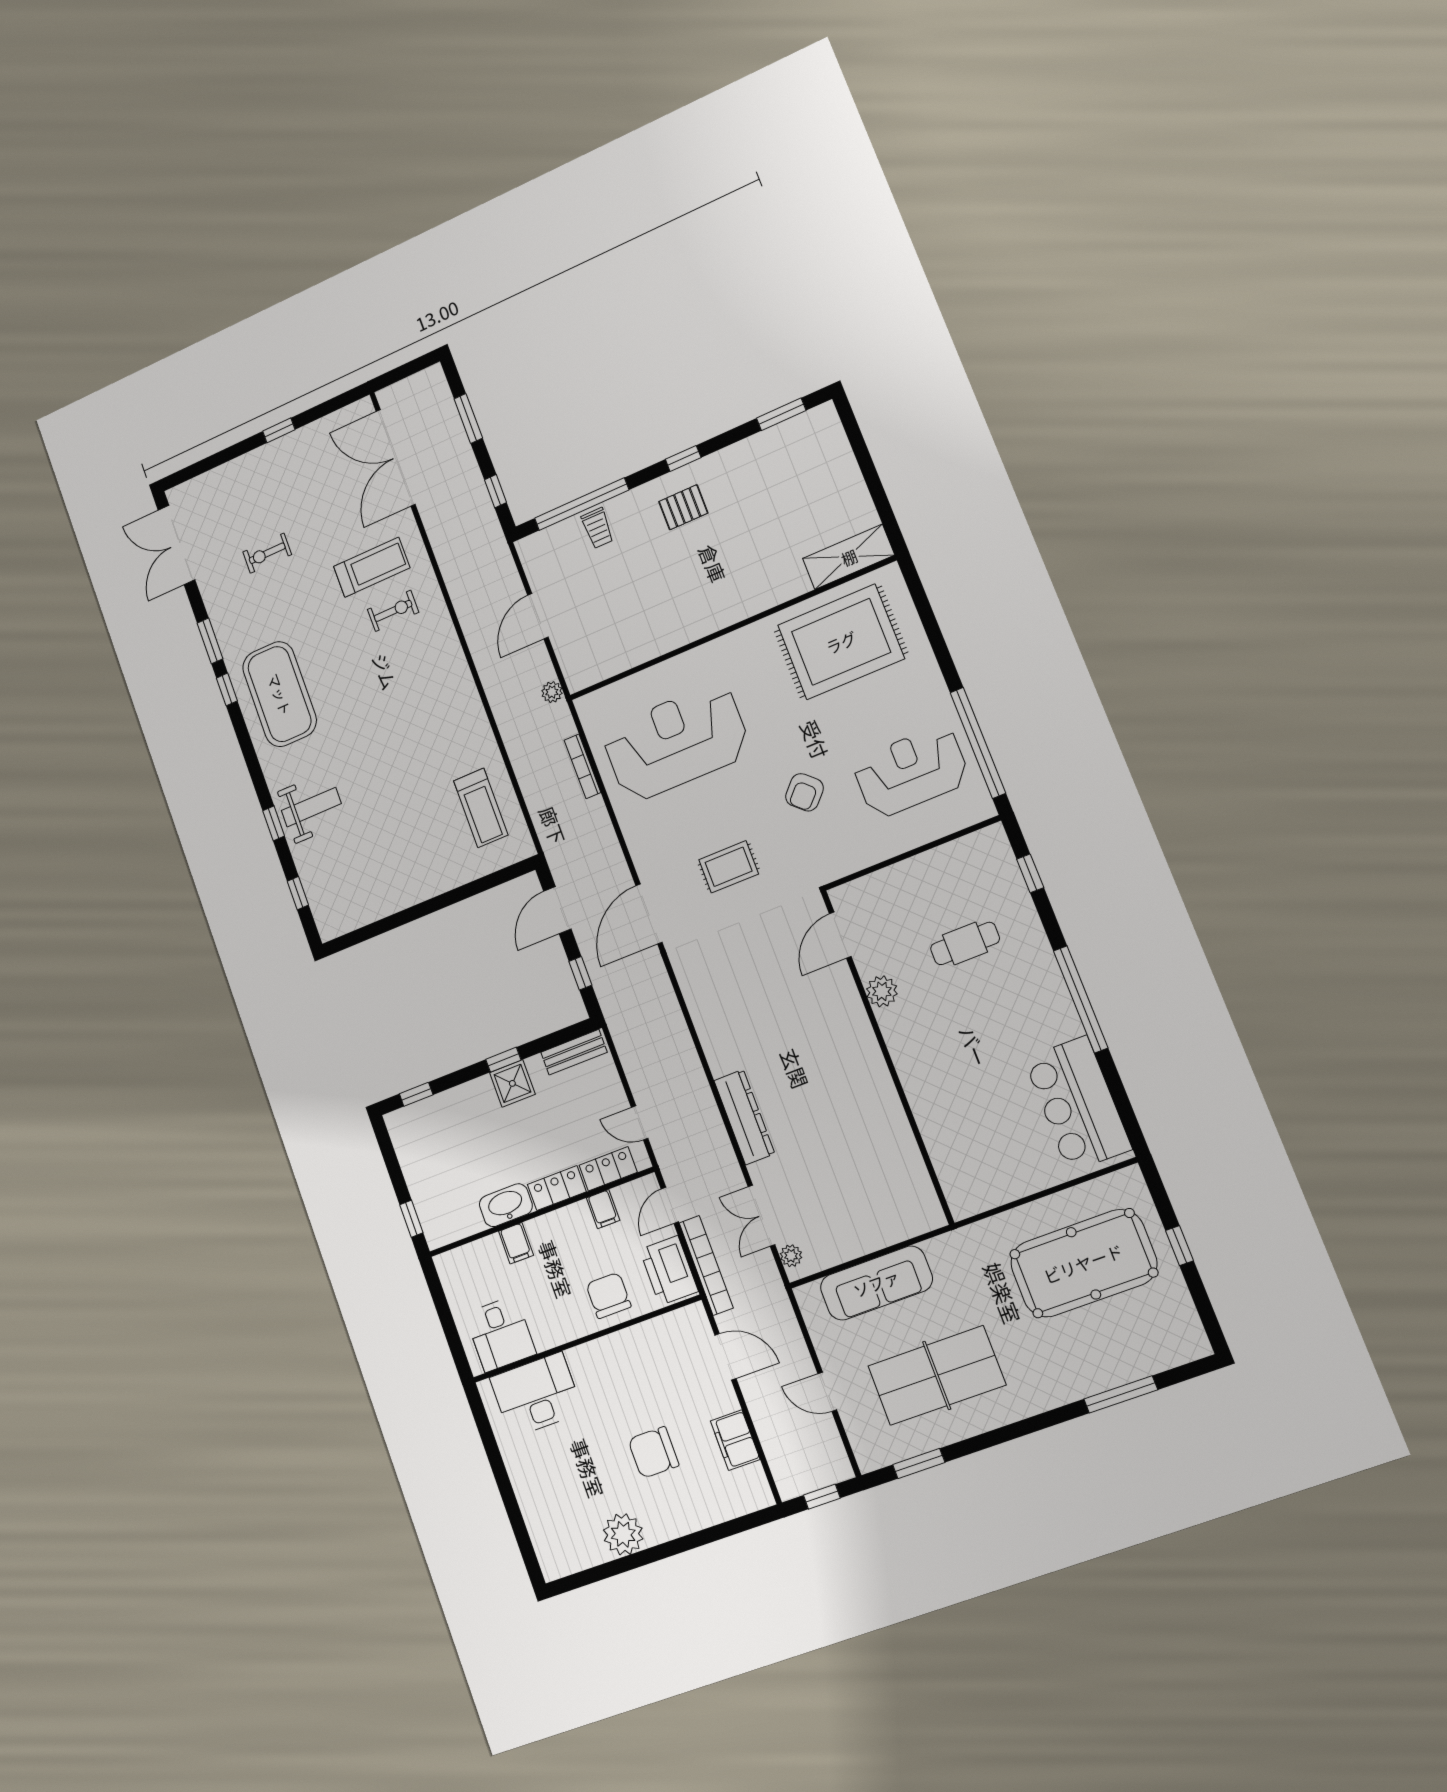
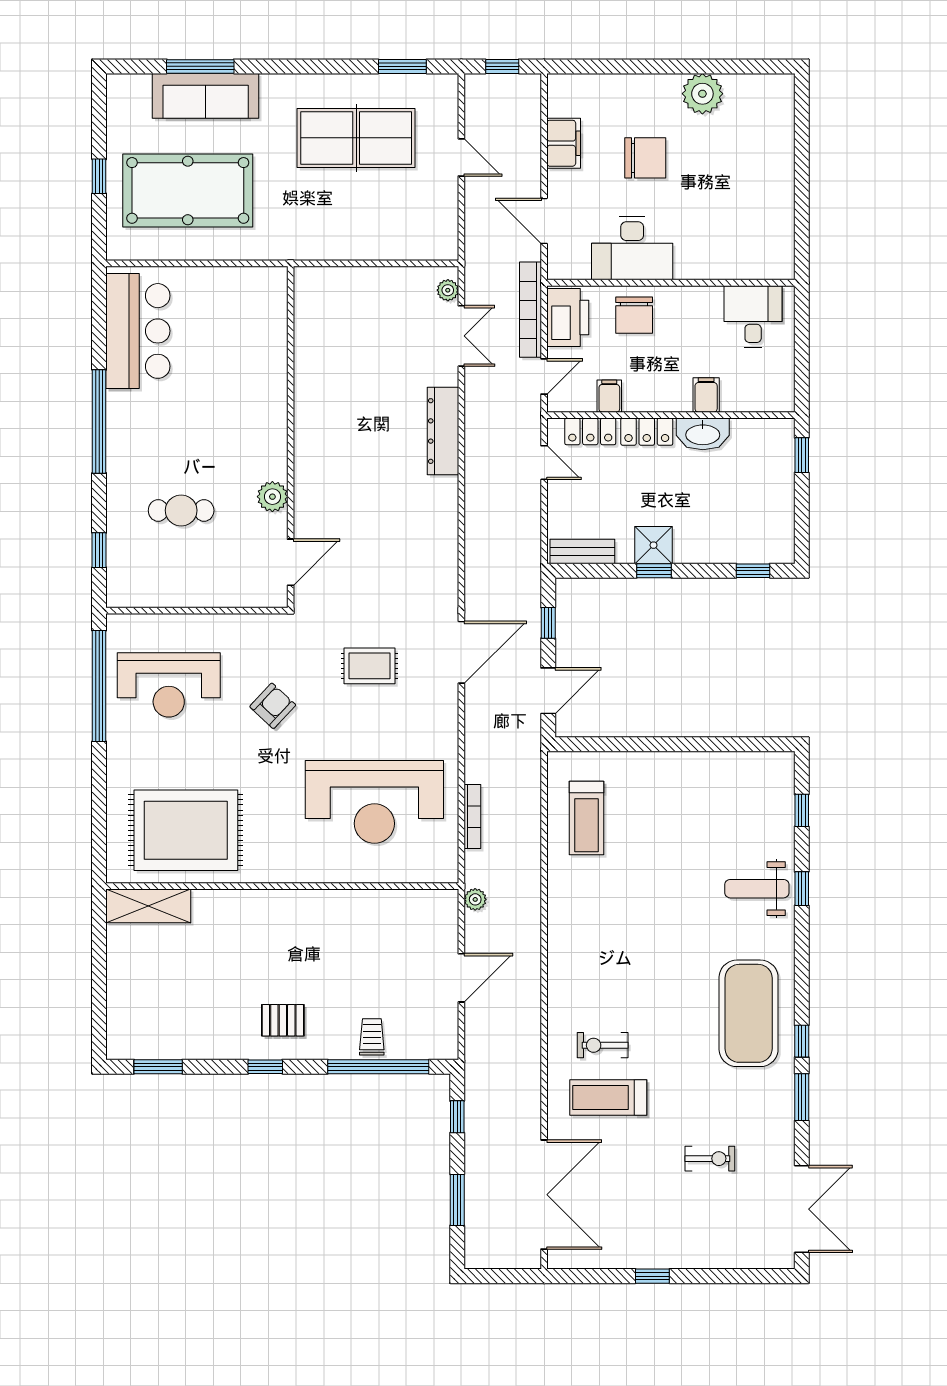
treadmill: (481, 808) -> (586, 818), turned 180
sofa: (876, 1283) -> (206, 96), moved, turned 180
desk: (536, 1395) -> (632, 248), moved

